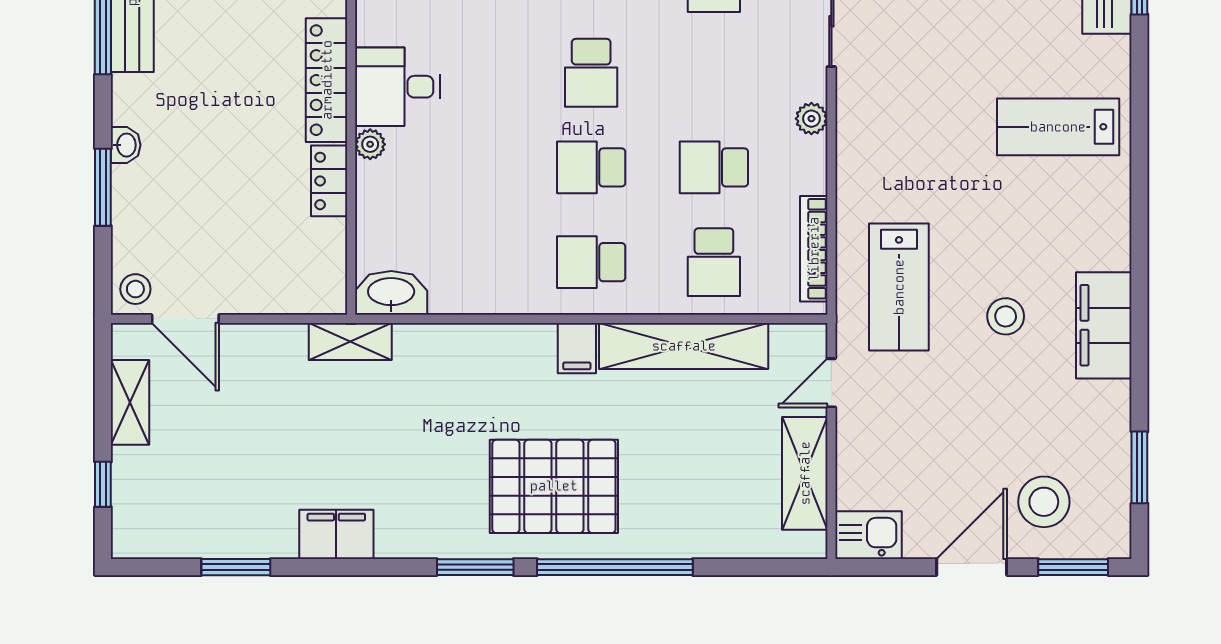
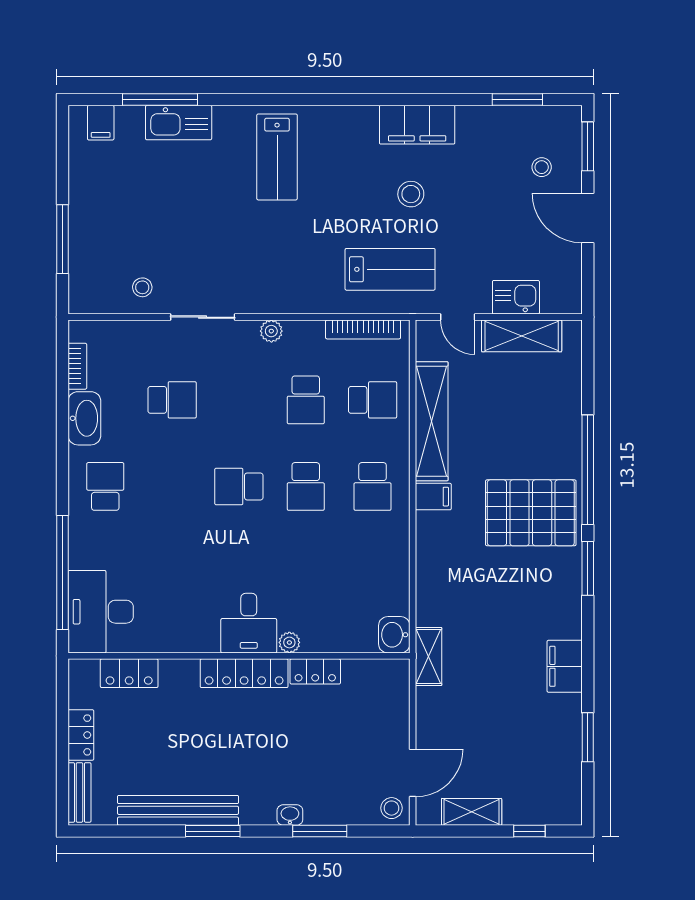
school desk: (591, 73) -> (239, 486), turned 180
washbasin: (391, 293) -> (394, 635), width x0.72
pallet: (554, 486) -> (531, 513), turned 90
stool: (1044, 502) -> (542, 167), width x0.53, depth x0.53
kitchen sink: (868, 535) -> (516, 297), moved, turned 90

